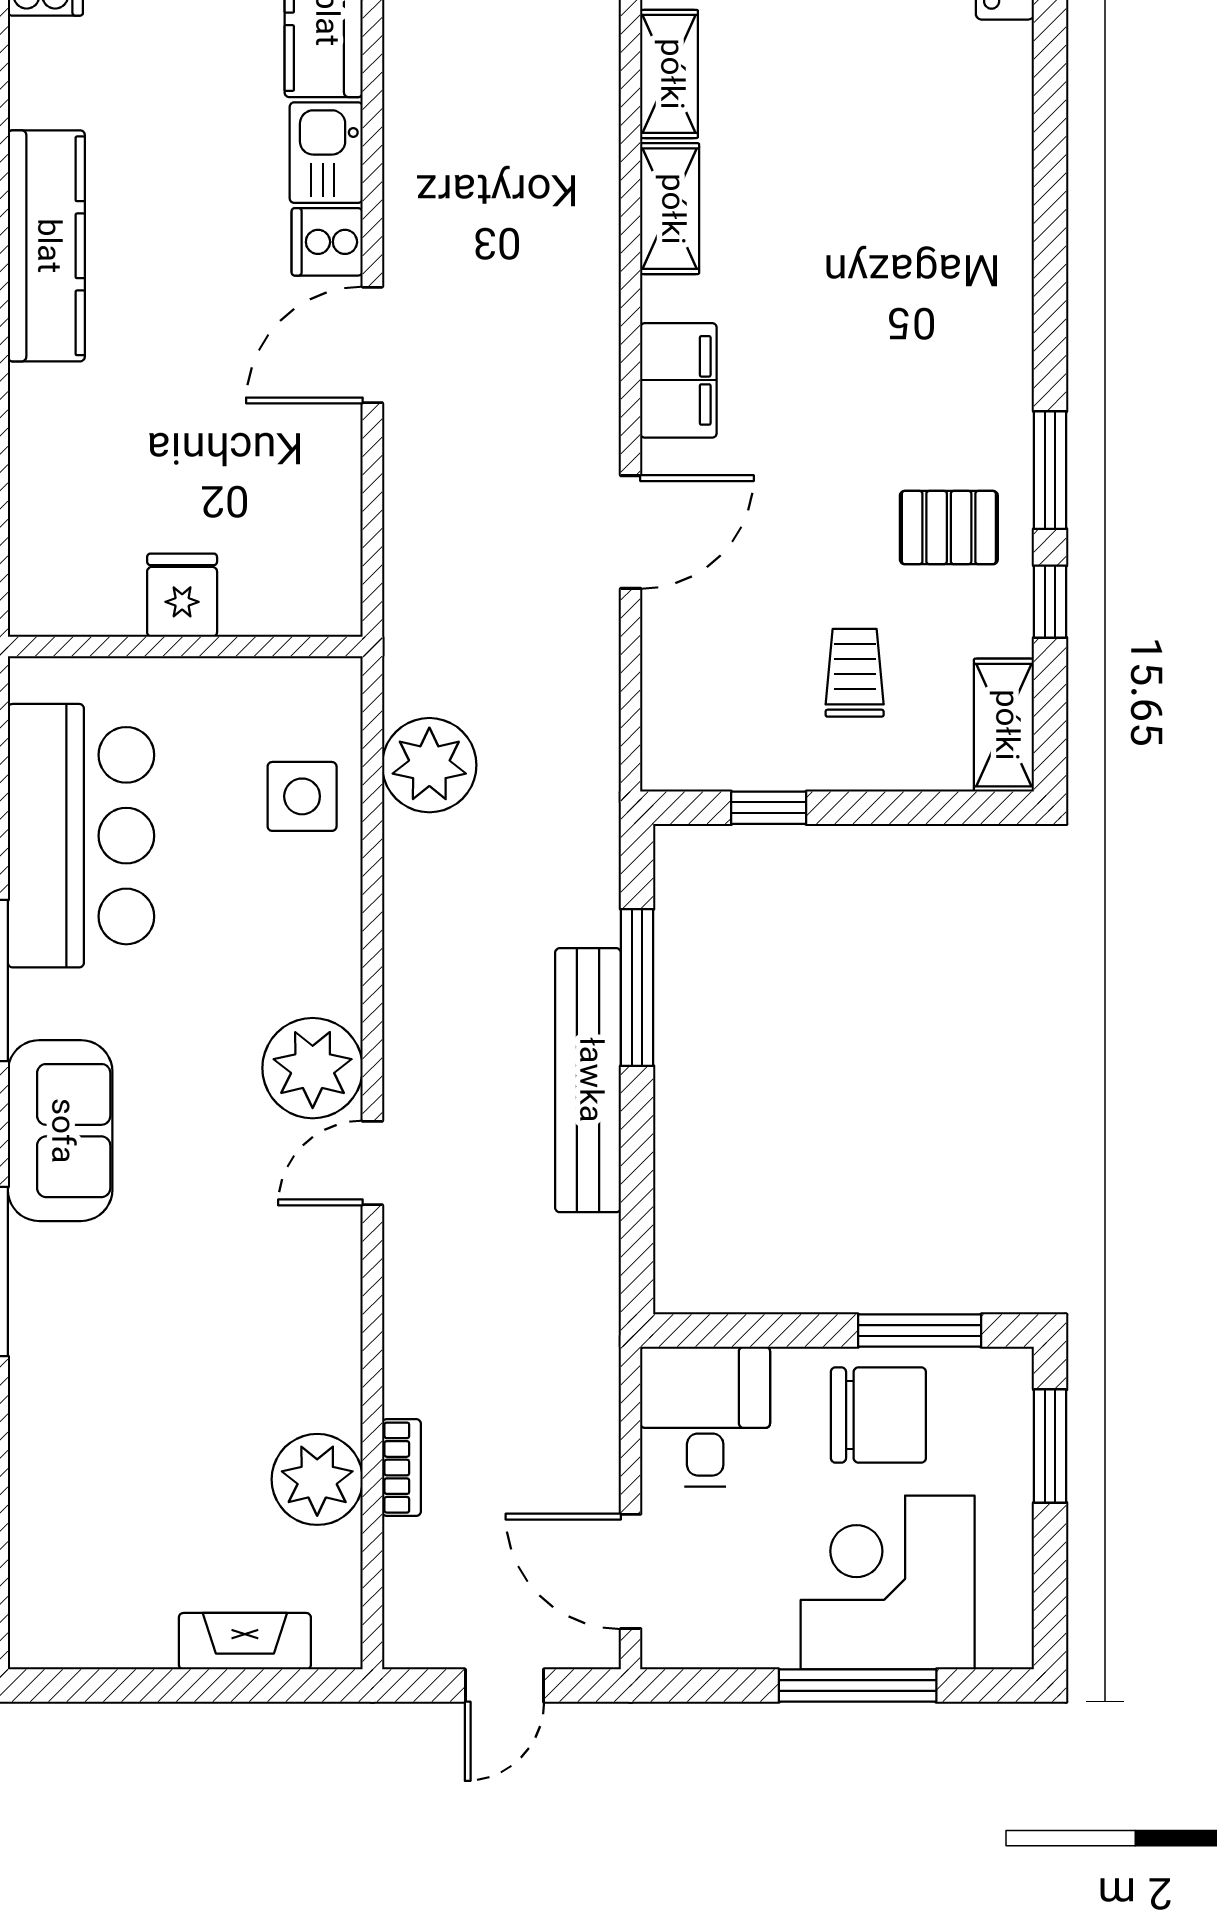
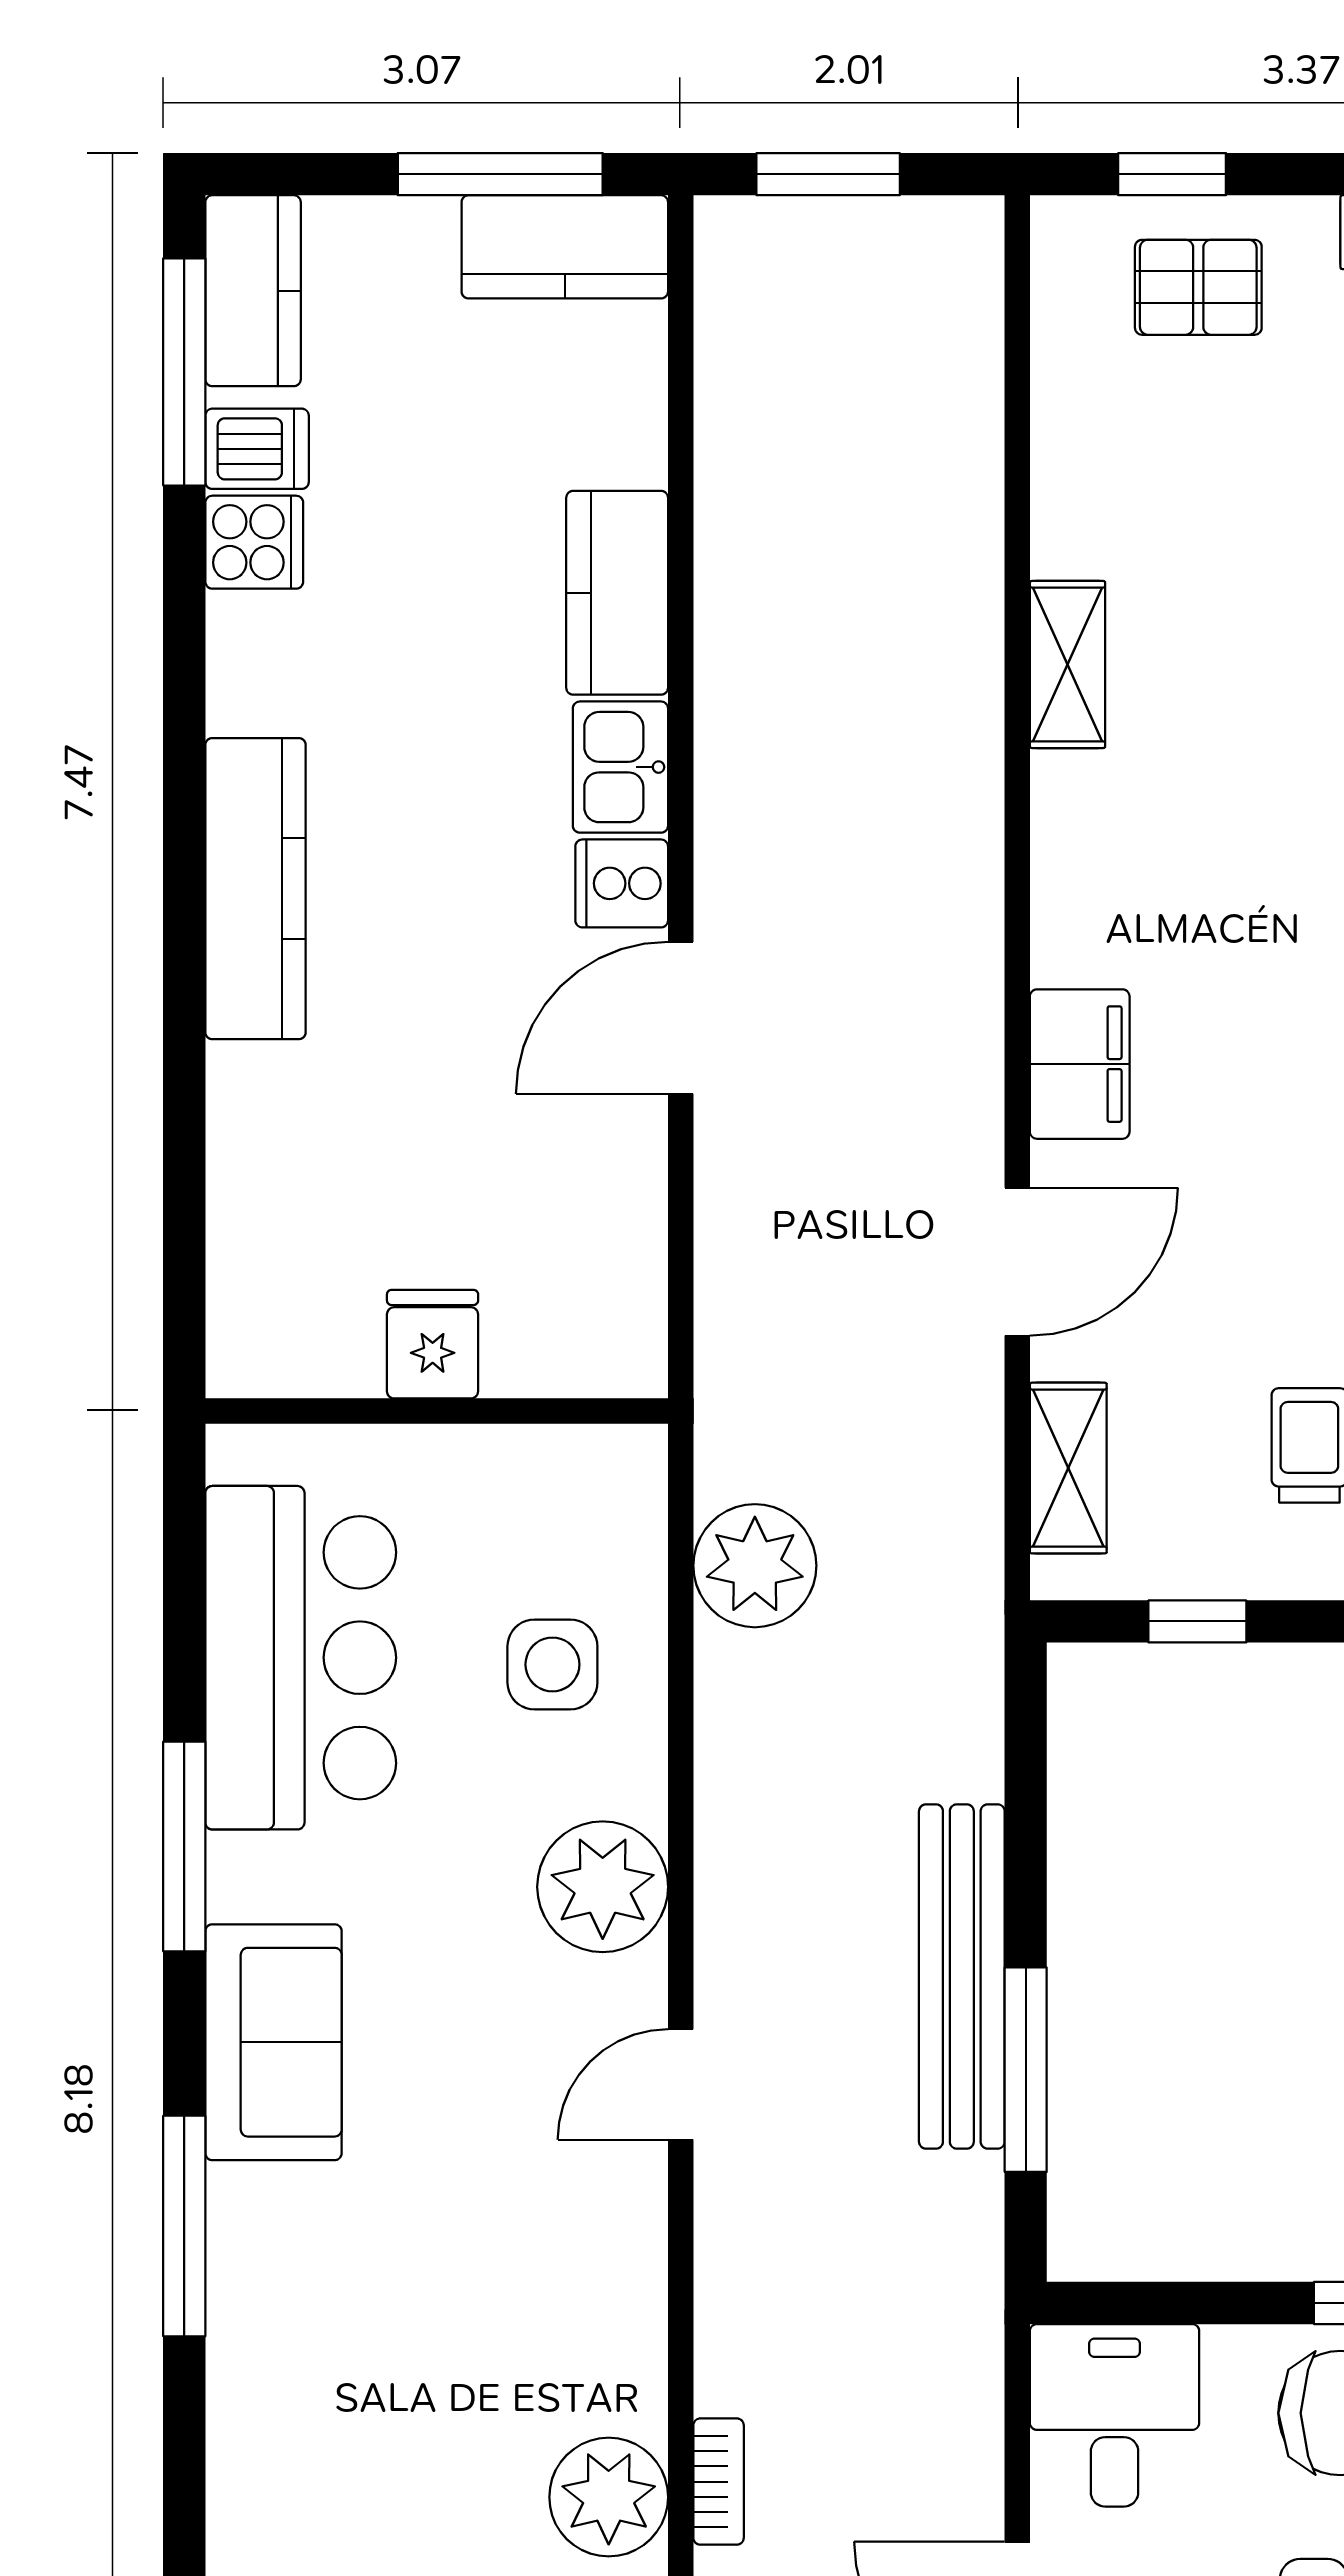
shelving: (670, 209) -> (1068, 1468), moved
side table: (302, 796) -> (552, 1664), moved
window: (637, 988) -> (1026, 2070), moved
plant: (313, 1068) -> (603, 1887), moved

